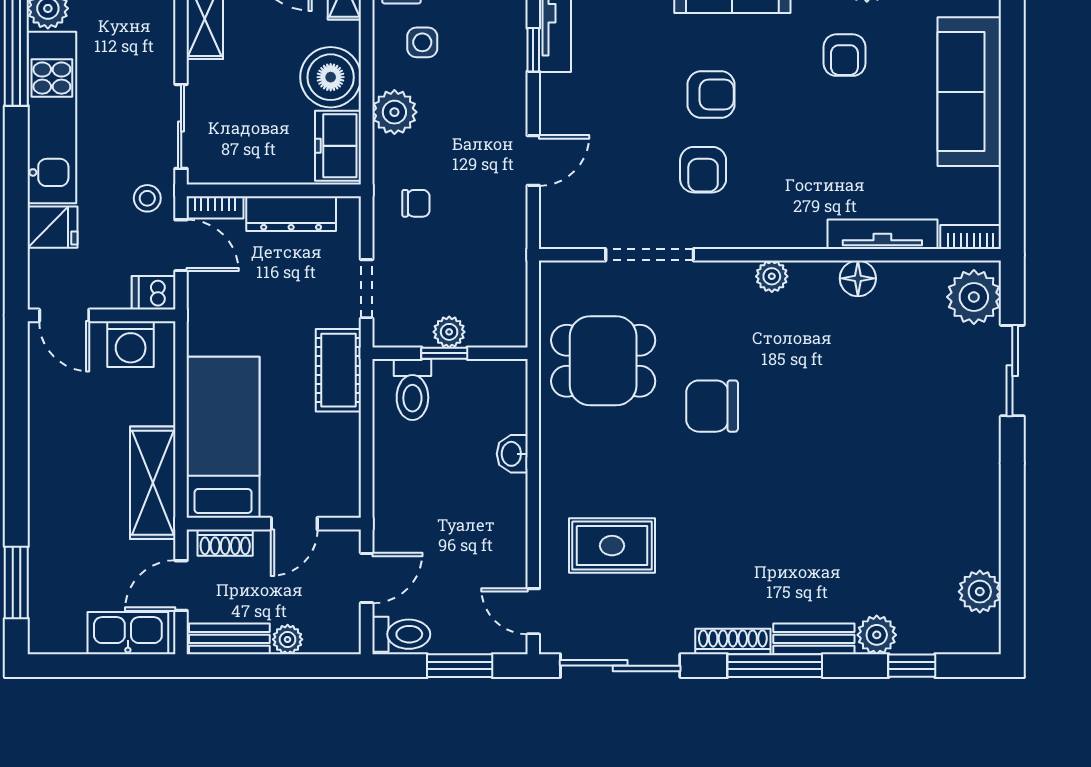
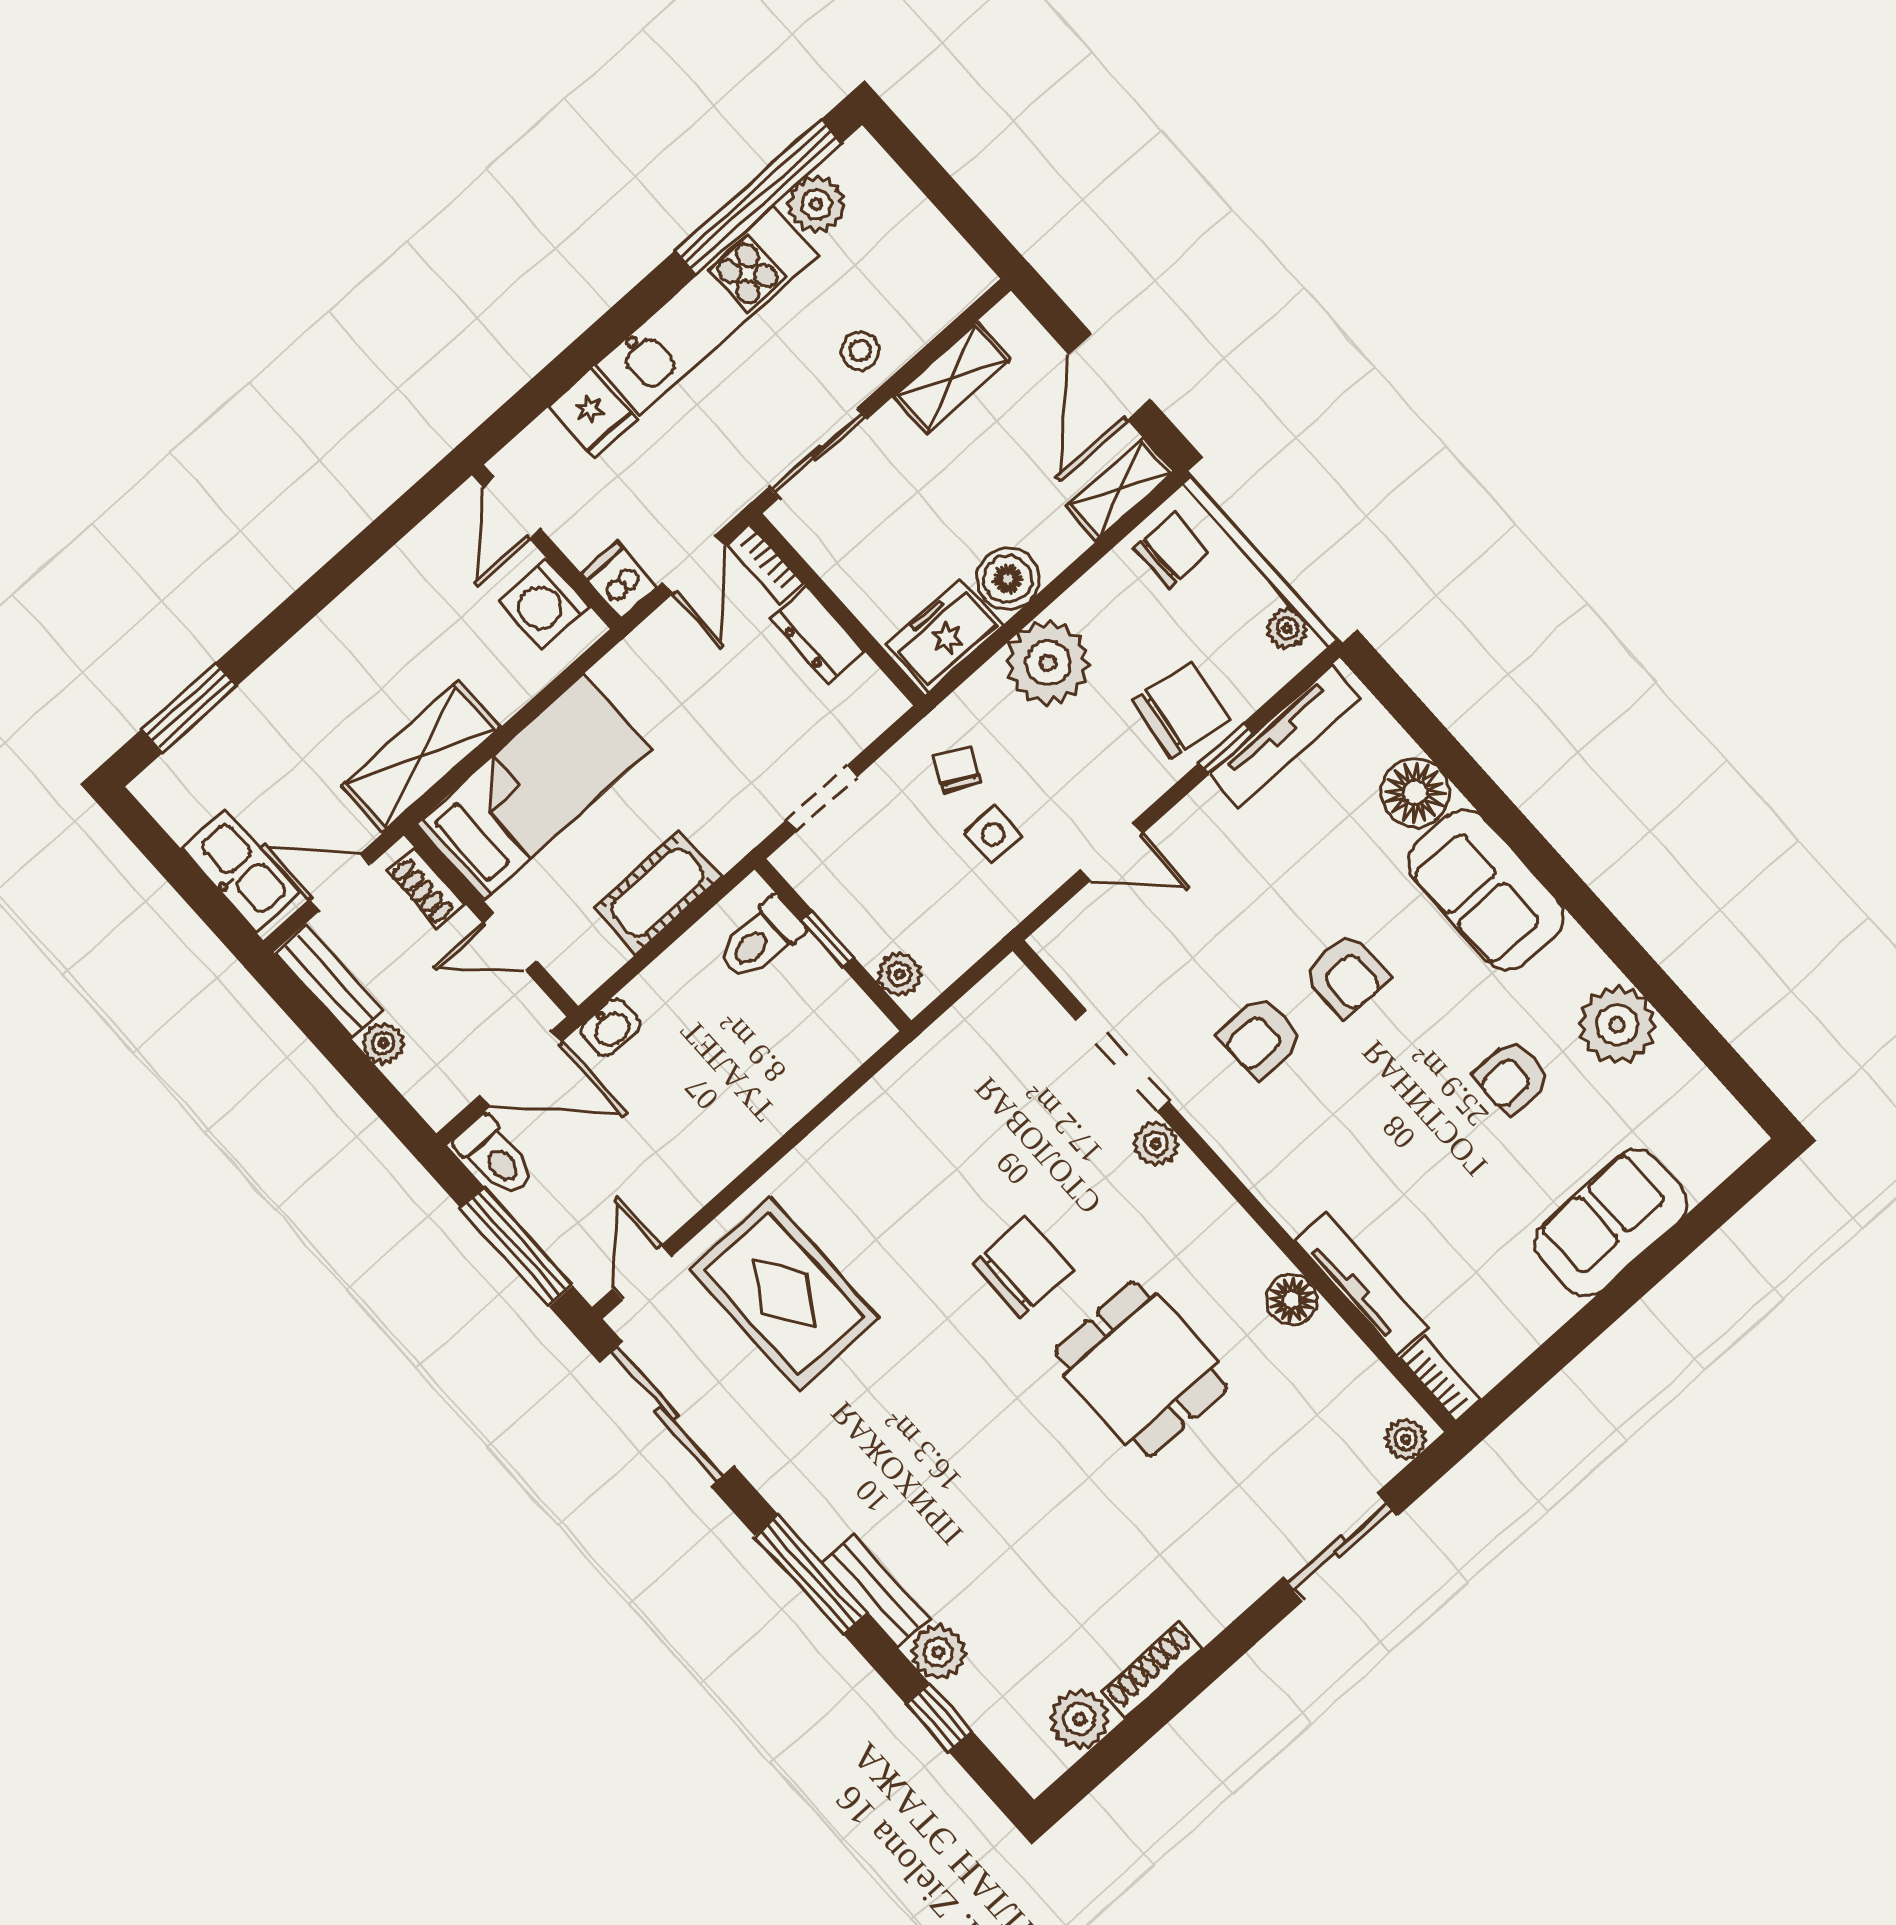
side table: (422, 42) -> (993, 834), moved
chair: (492, 56) -> (1181, 710), added
boiler: (331, 77) -> (1008, 579), width x0.73, depth x0.73
sofa: (969, 92) -> (1611, 1223), width x0.73
plant: (394, 112) -> (1048, 663), width x1.36, depth x1.36
stool: (147, 198) -> (860, 351), moved
chair: (416, 203) -> (957, 770), turned -153
dresser: (291, 214) -> (817, 635), width x0.70
plant: (772, 276) -> (1156, 1144), moved
plant: (974, 297) -> (1406, 1439), width x0.53, depth x0.53
plant: (449, 332) -> (899, 974), moved
dining table: (603, 361) -> (1141, 1369), moved
cot: (338, 370) -> (658, 893), moved
chair: (712, 406) -> (1023, 1267), turned 90
washbasin: (512, 454) -> (610, 1027), moved, turned 180
rug: (612, 546) -> (784, 1293), width x1.36, depth x1.43
door: (367, 578) -> (521, 1068), width x1.37
shoe rack: (733, 641) -> (1152, 1670), moved, turned -90
window: (460, 666) -> (517, 1247), width x1.44

